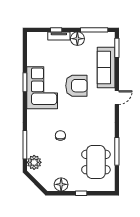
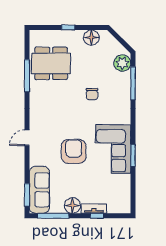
sofa: (106, 68) -> (39, 190), moved
armchair: (76, 86) -> (74, 151), turned 90
dining table: (96, 162) -> (51, 63), turned 90

